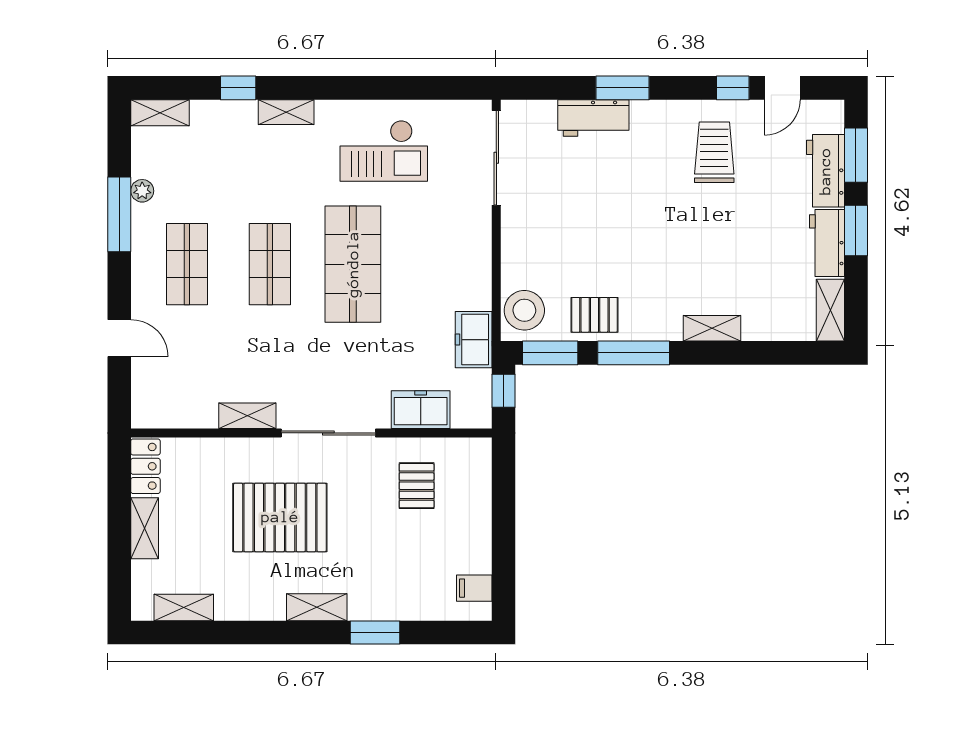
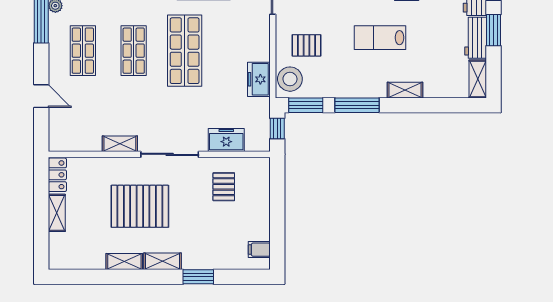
lab bench: (671, 243) -> (380, 38), added
pallet: (594, 315) -> (307, 45), moved
freezer: (474, 340) -> (259, 79), moved
shelving: (184, 607) -> (124, 261), moved

